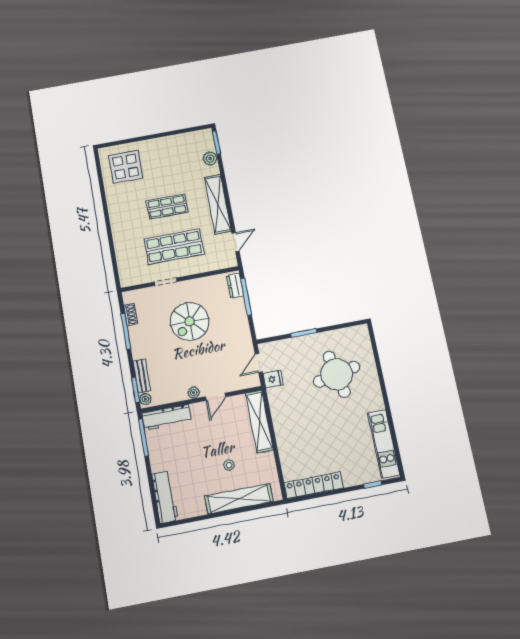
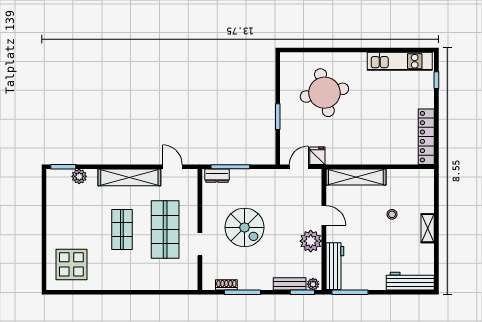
door: (259, 363) -> (299, 167), swing flipped
plant: (194, 393) -> (311, 241), width x1.87, depth x1.87
shelving: (239, 499) -> (428, 228), width x0.45, depth x0.75

